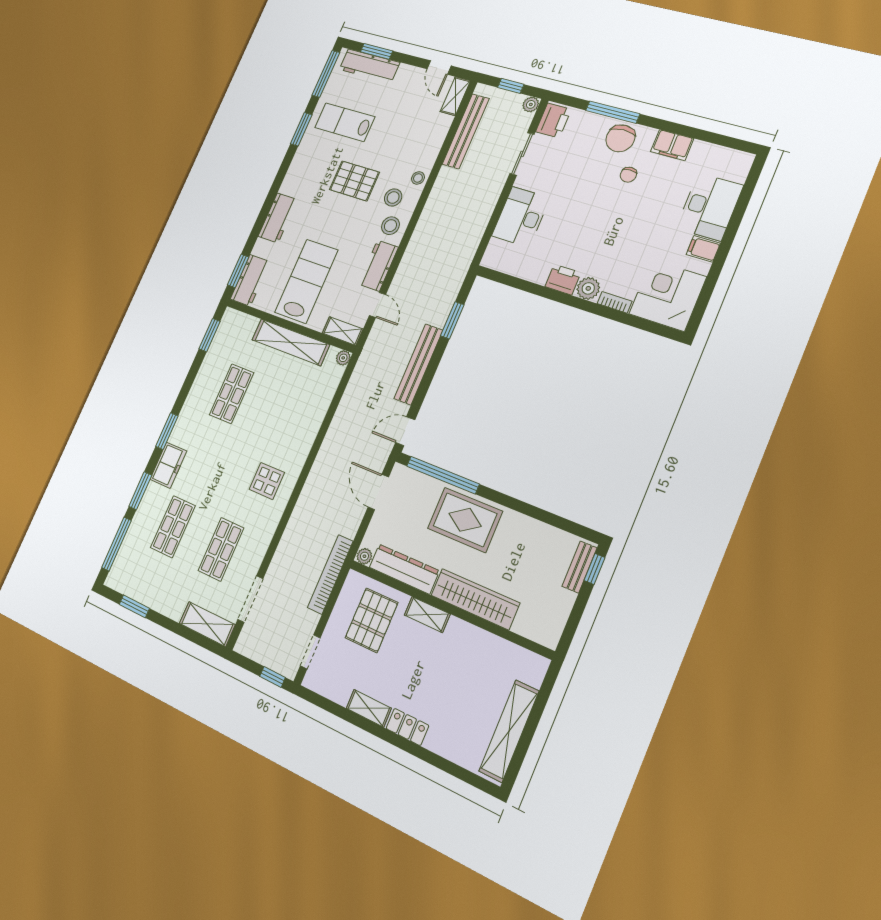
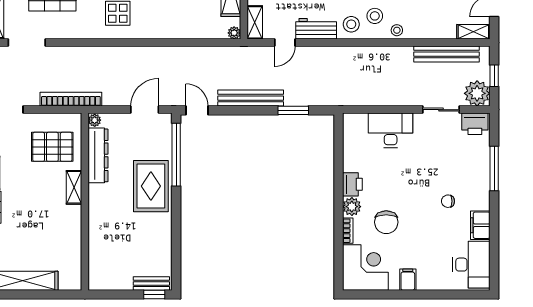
plant: (531, 104) -> (477, 93), width x1.87, depth x1.87
chair: (620, 138) -> (386, 222), moved, turned -90
desk: (709, 207) -> (471, 265), moved, turned -90
wardrobe: (475, 599) -> (99, 218), removed

